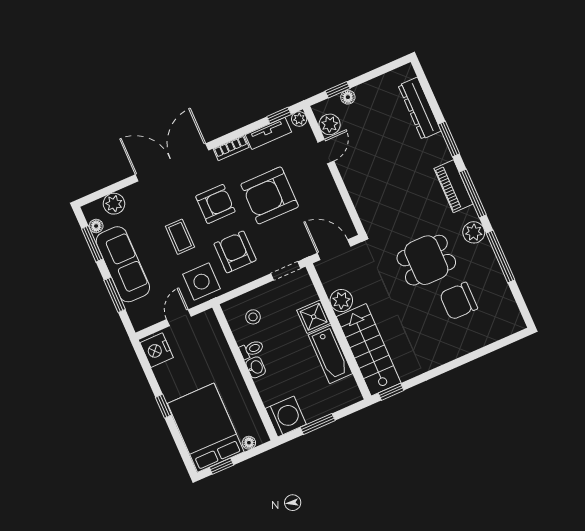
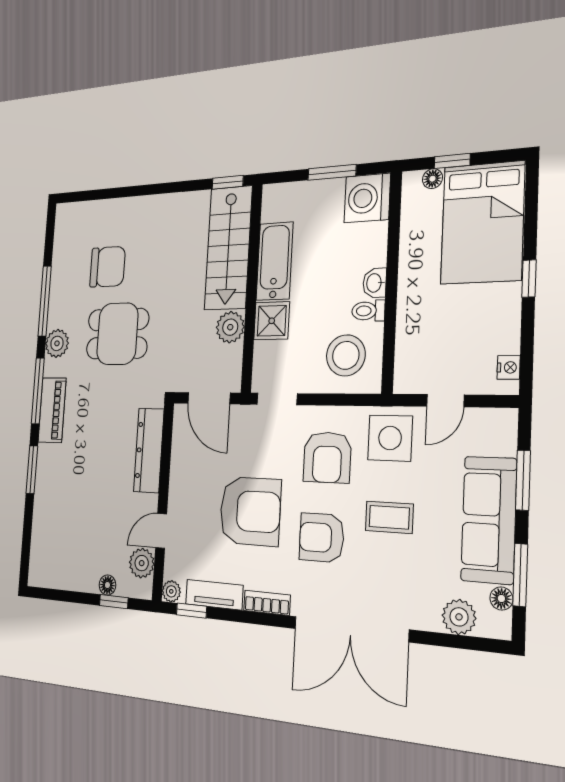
dresser: (420, 108) -> (149, 450), moved, turned 180
coffee table: (180, 237) -> (389, 517), turned 90
stool: (253, 317) -> (346, 355), width x1.89, depth x1.89
nightstand: (157, 350) -> (509, 367), width x0.53, depth x0.56
window: (221, 466) -> (452, 161), moved

